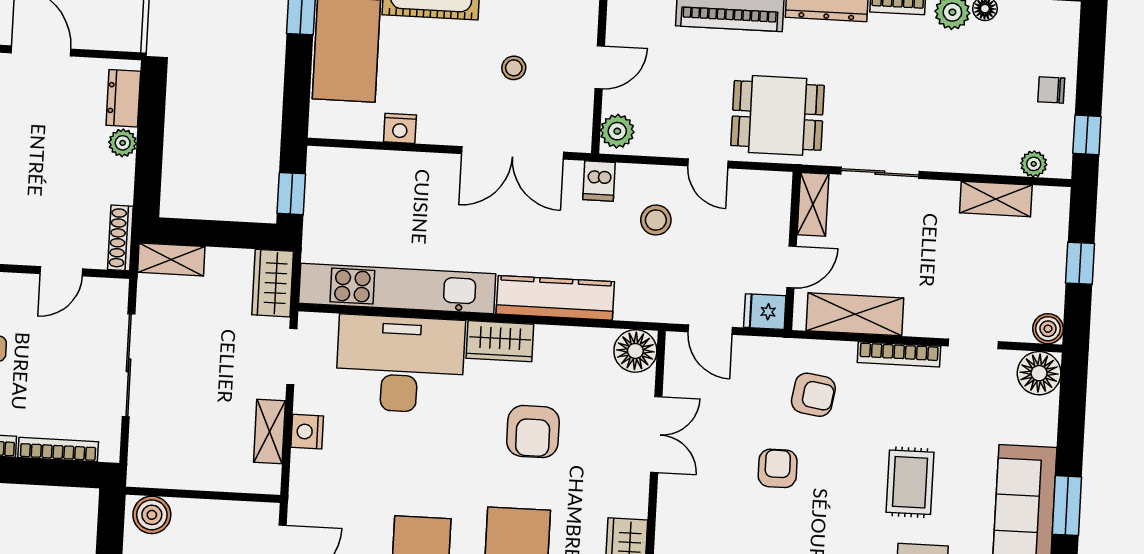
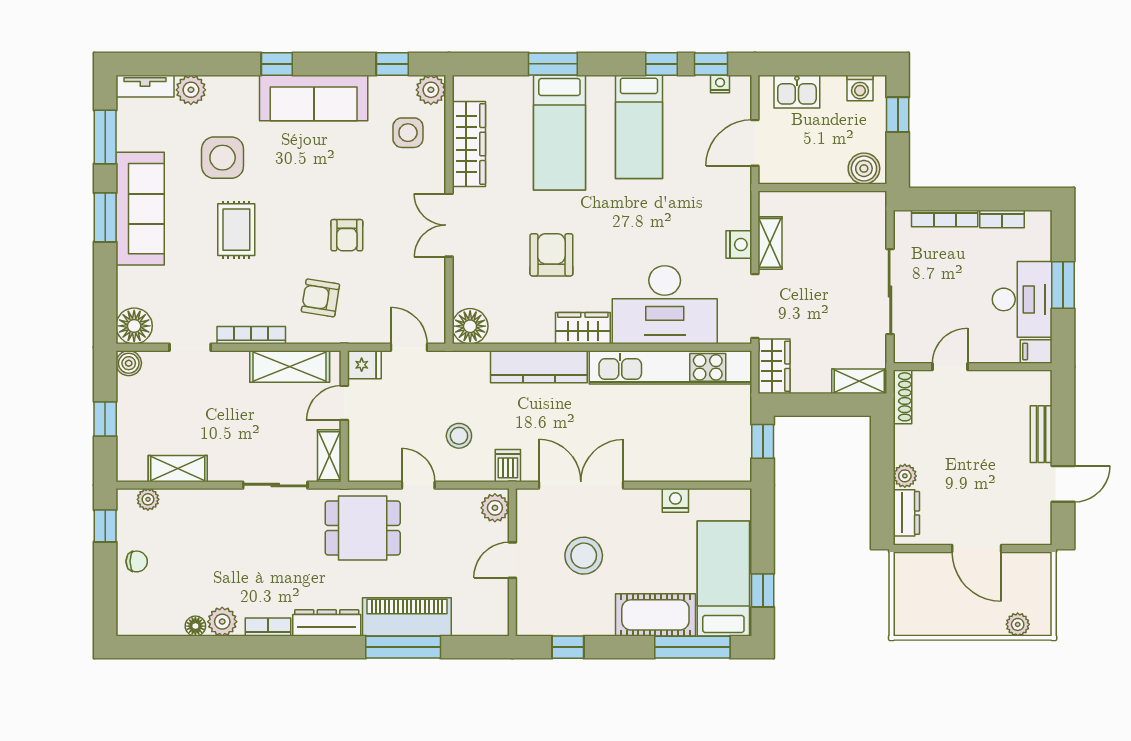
stool: (514, 68) -> (584, 556), width x1.89, depth x1.89
doorway: (292, 357) -> (755, 306), width x1.38
double door: (656, 435) -> (449, 225), moved

